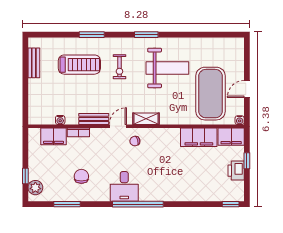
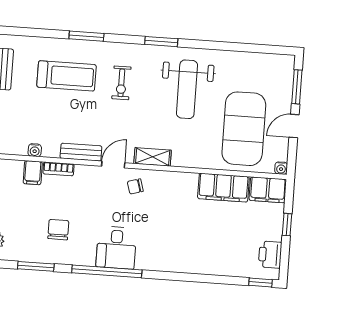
window: (247, 60) -> (297, 87), added
weight bench: (167, 68) -> (187, 89), turned 90
filing cabinet: (54, 136) -> (33, 173), width x0.50
printer: (236, 171) -> (270, 255), moved
window: (138, 204) -> (107, 271), moved

